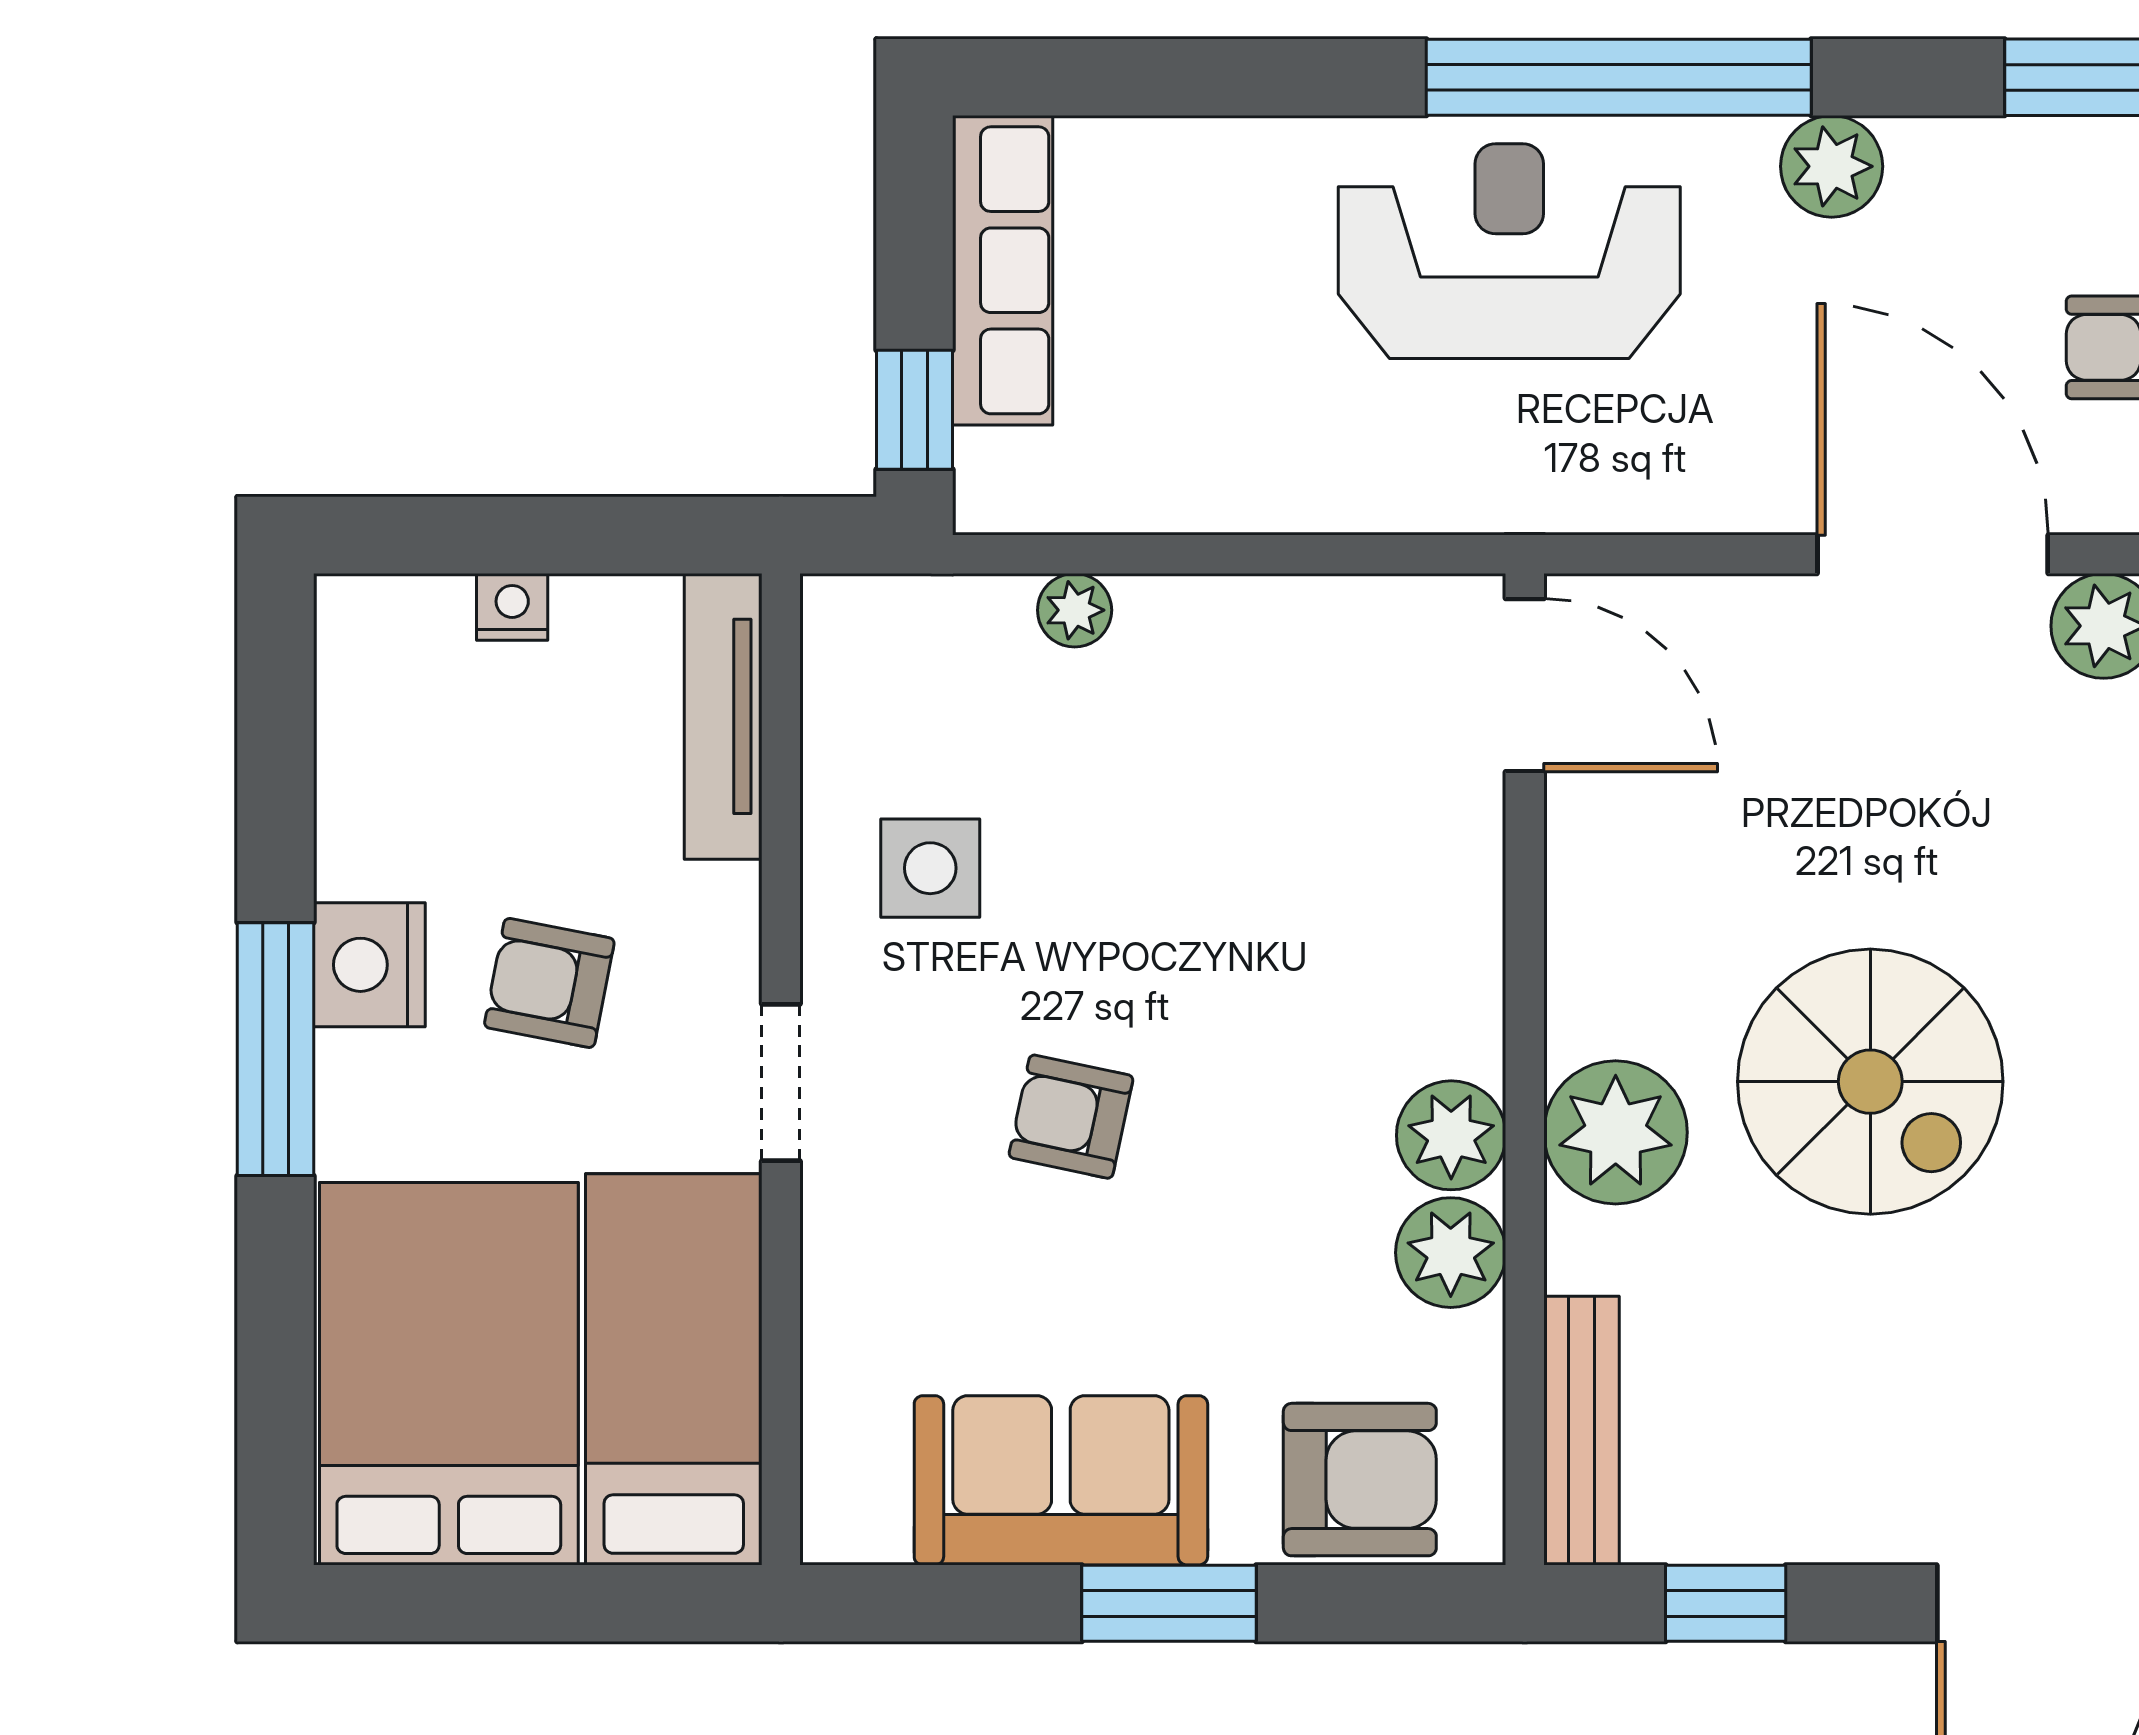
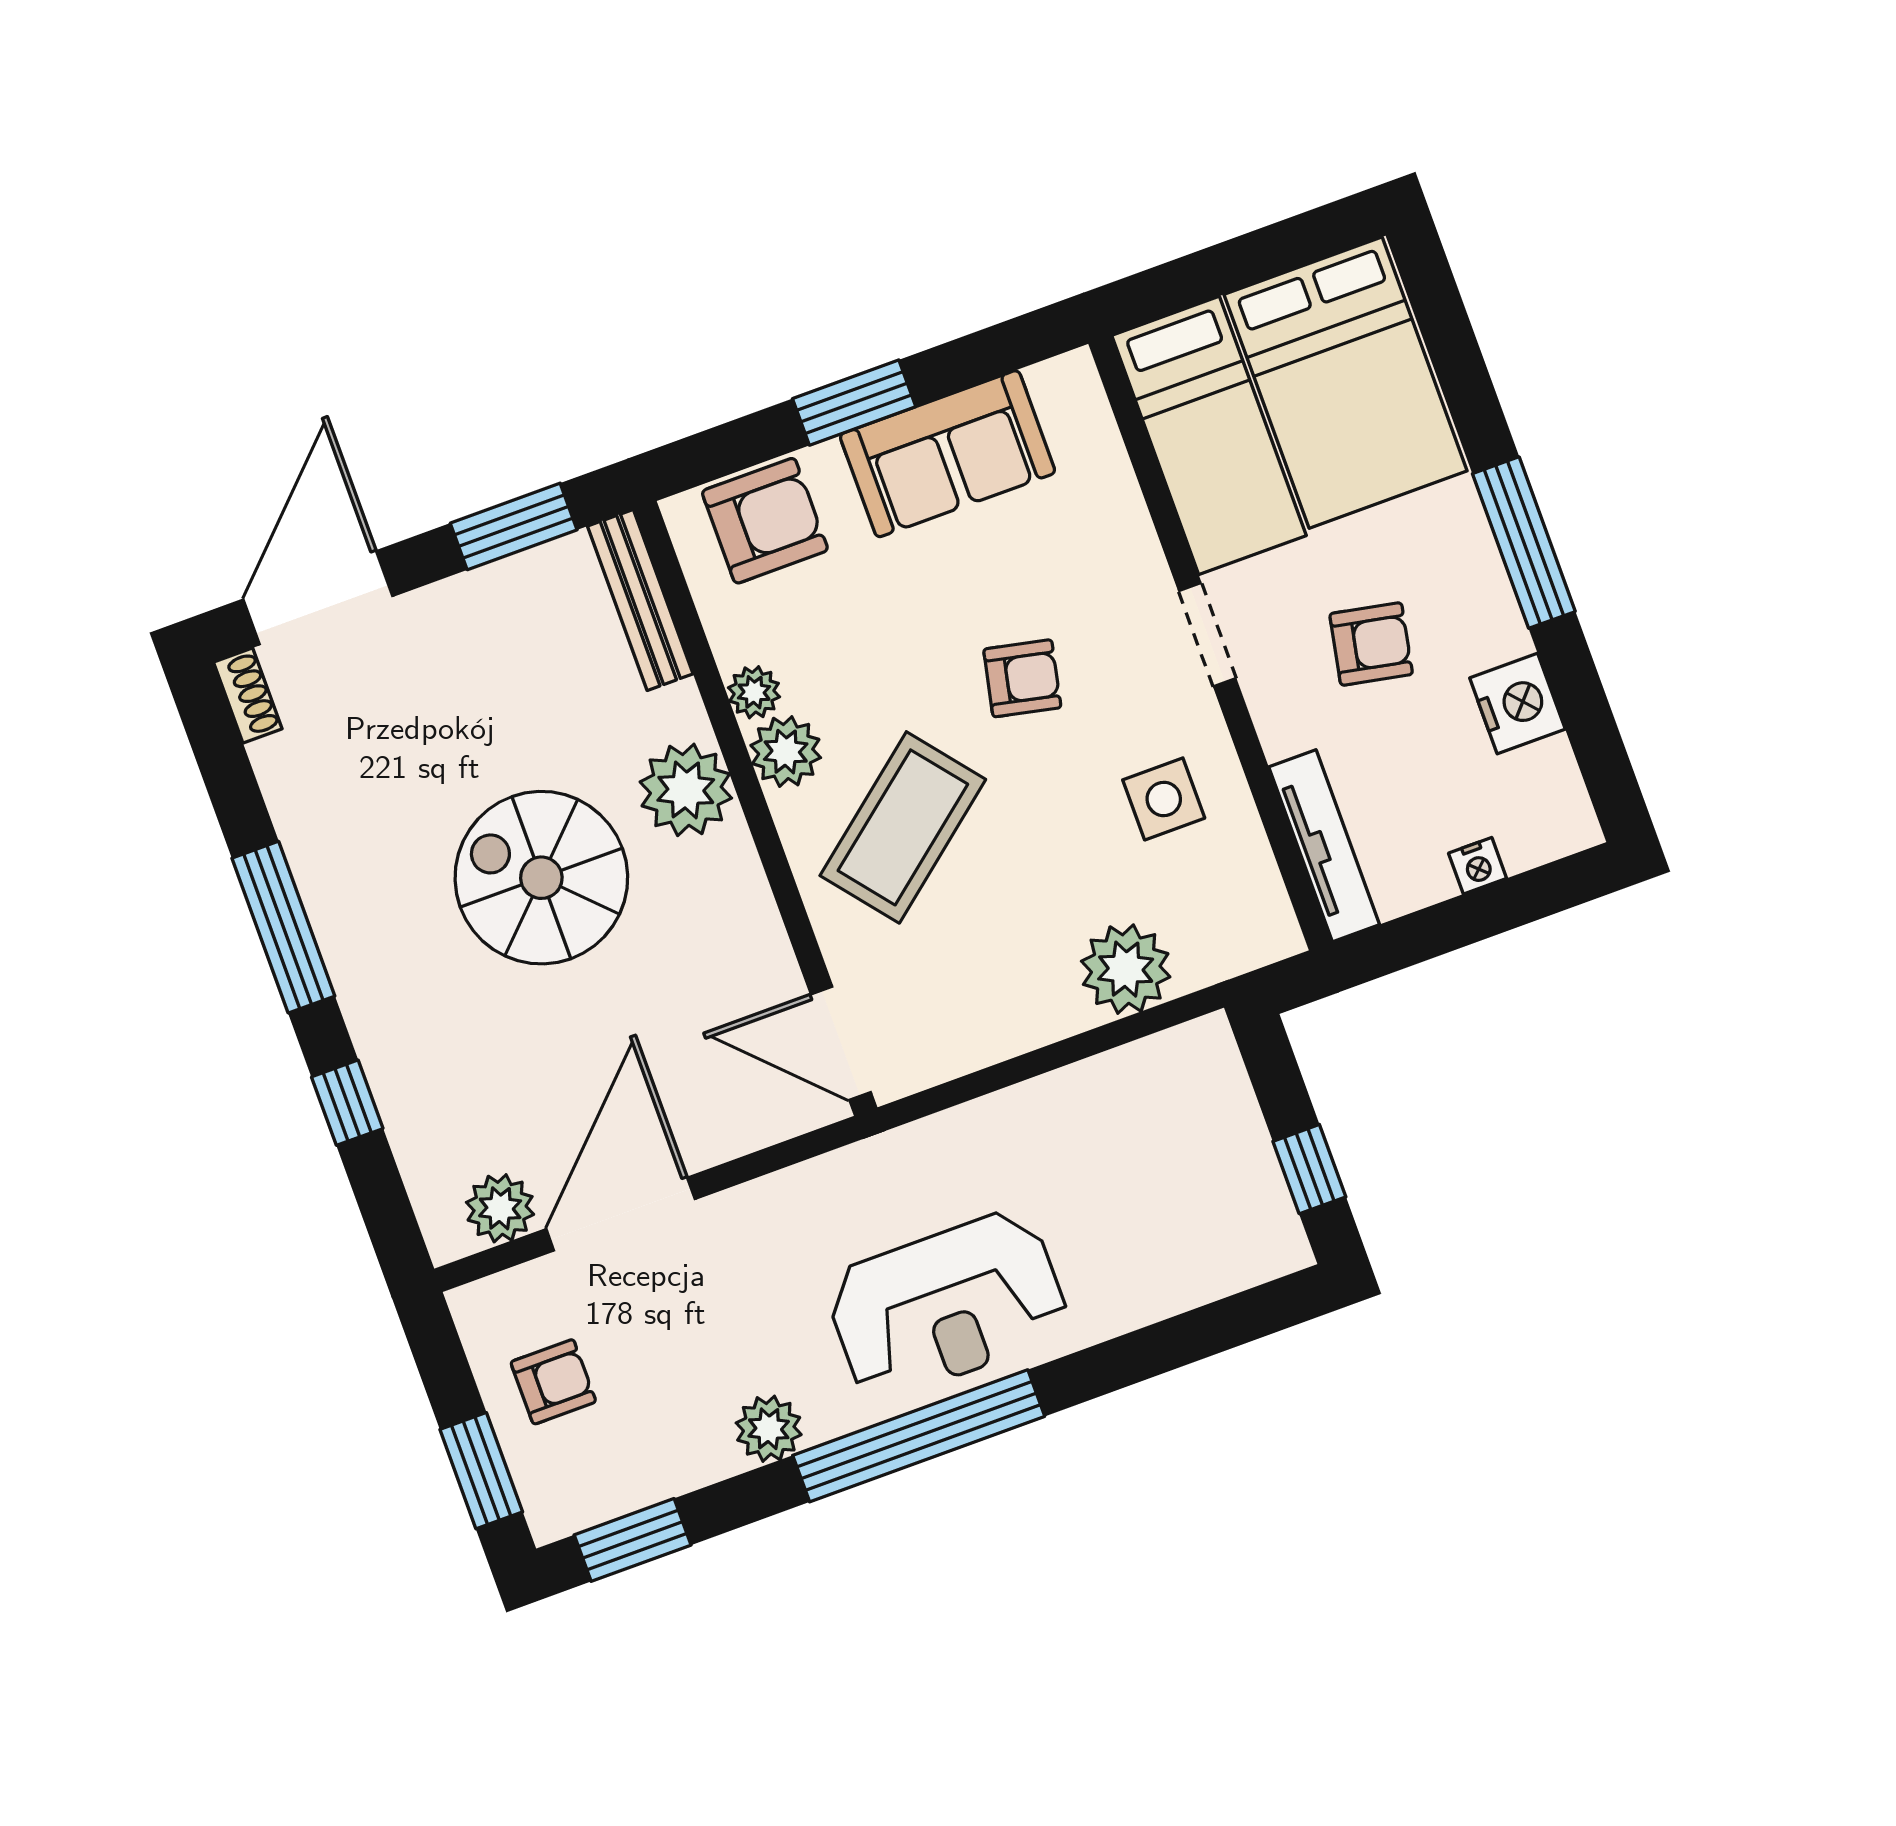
row of seats: (1003, 270) -> (1252, 1181), removed
window: (914, 410) -> (1309, 1169), moved
door: (1933, 554) -> (621, 1214), swing flipped
plant: (1075, 610) -> (1126, 969), width x1.87, depth x1.87
coffee table: (1322, 964) -> (903, 827), added
nightstand: (369, 965) -> (1517, 704), moved
plant: (1451, 1253) -> (754, 692), width x0.73, depth x0.73
armchair: (1360, 1480) -> (765, 521), turned 180
window: (1726, 1603) -> (514, 526), width x1.50

